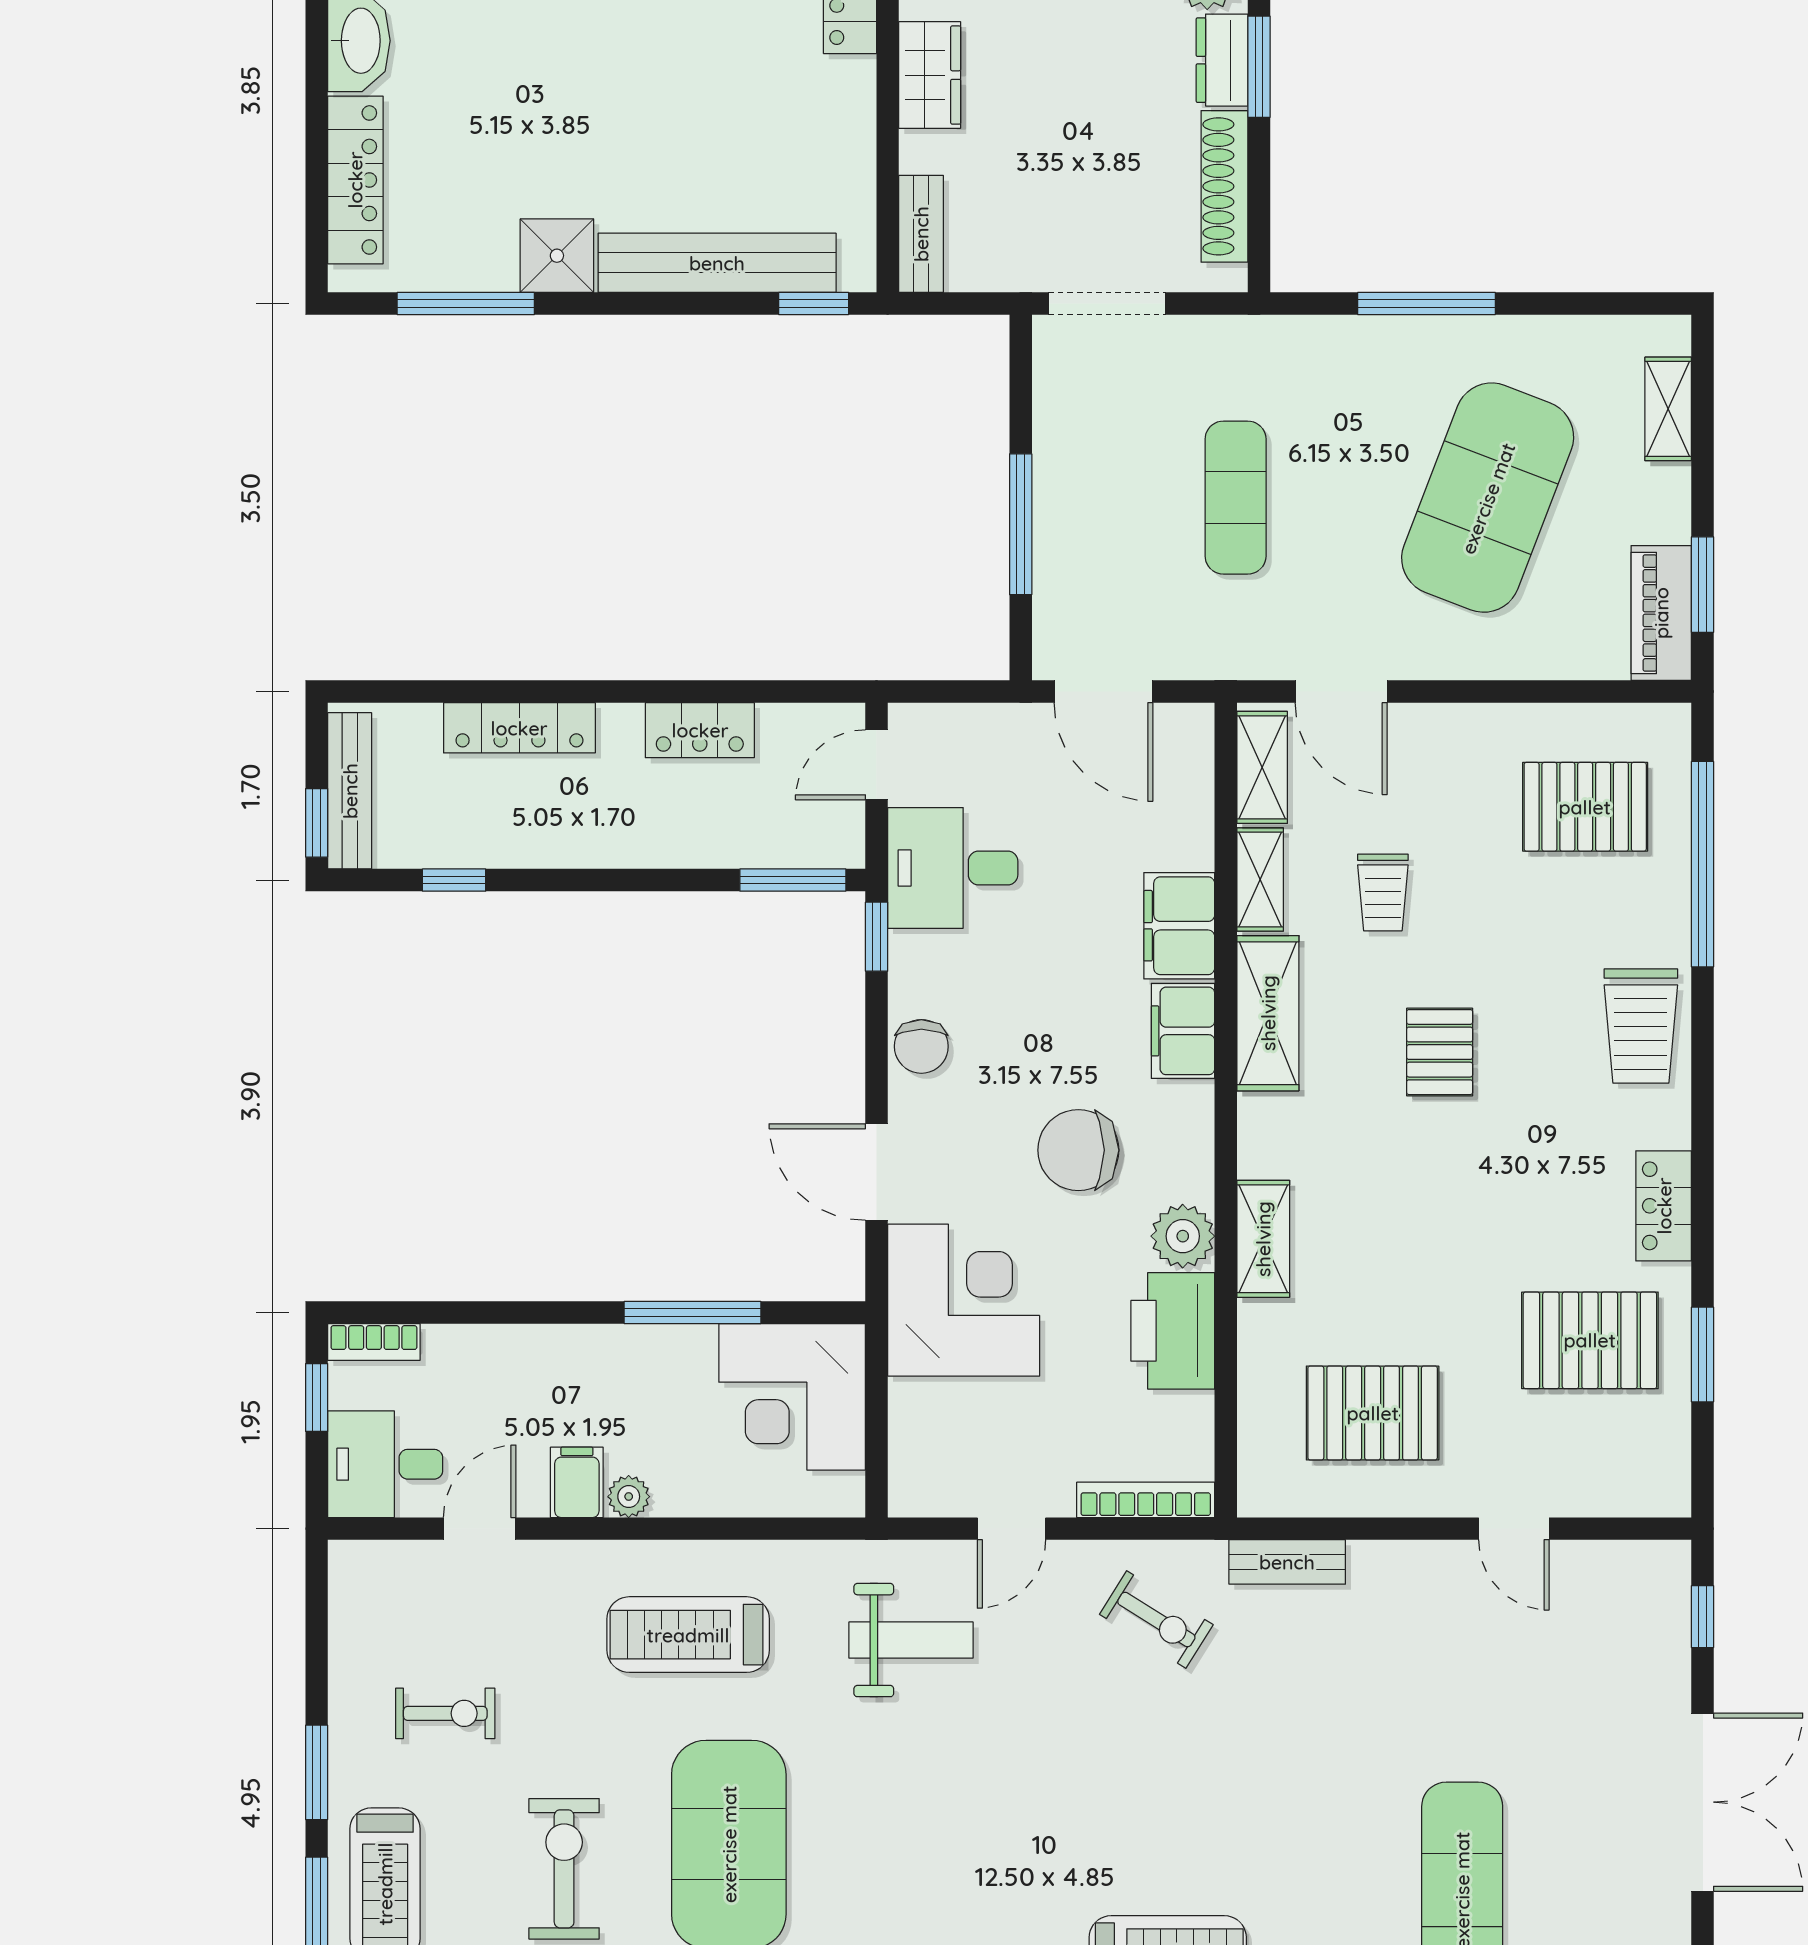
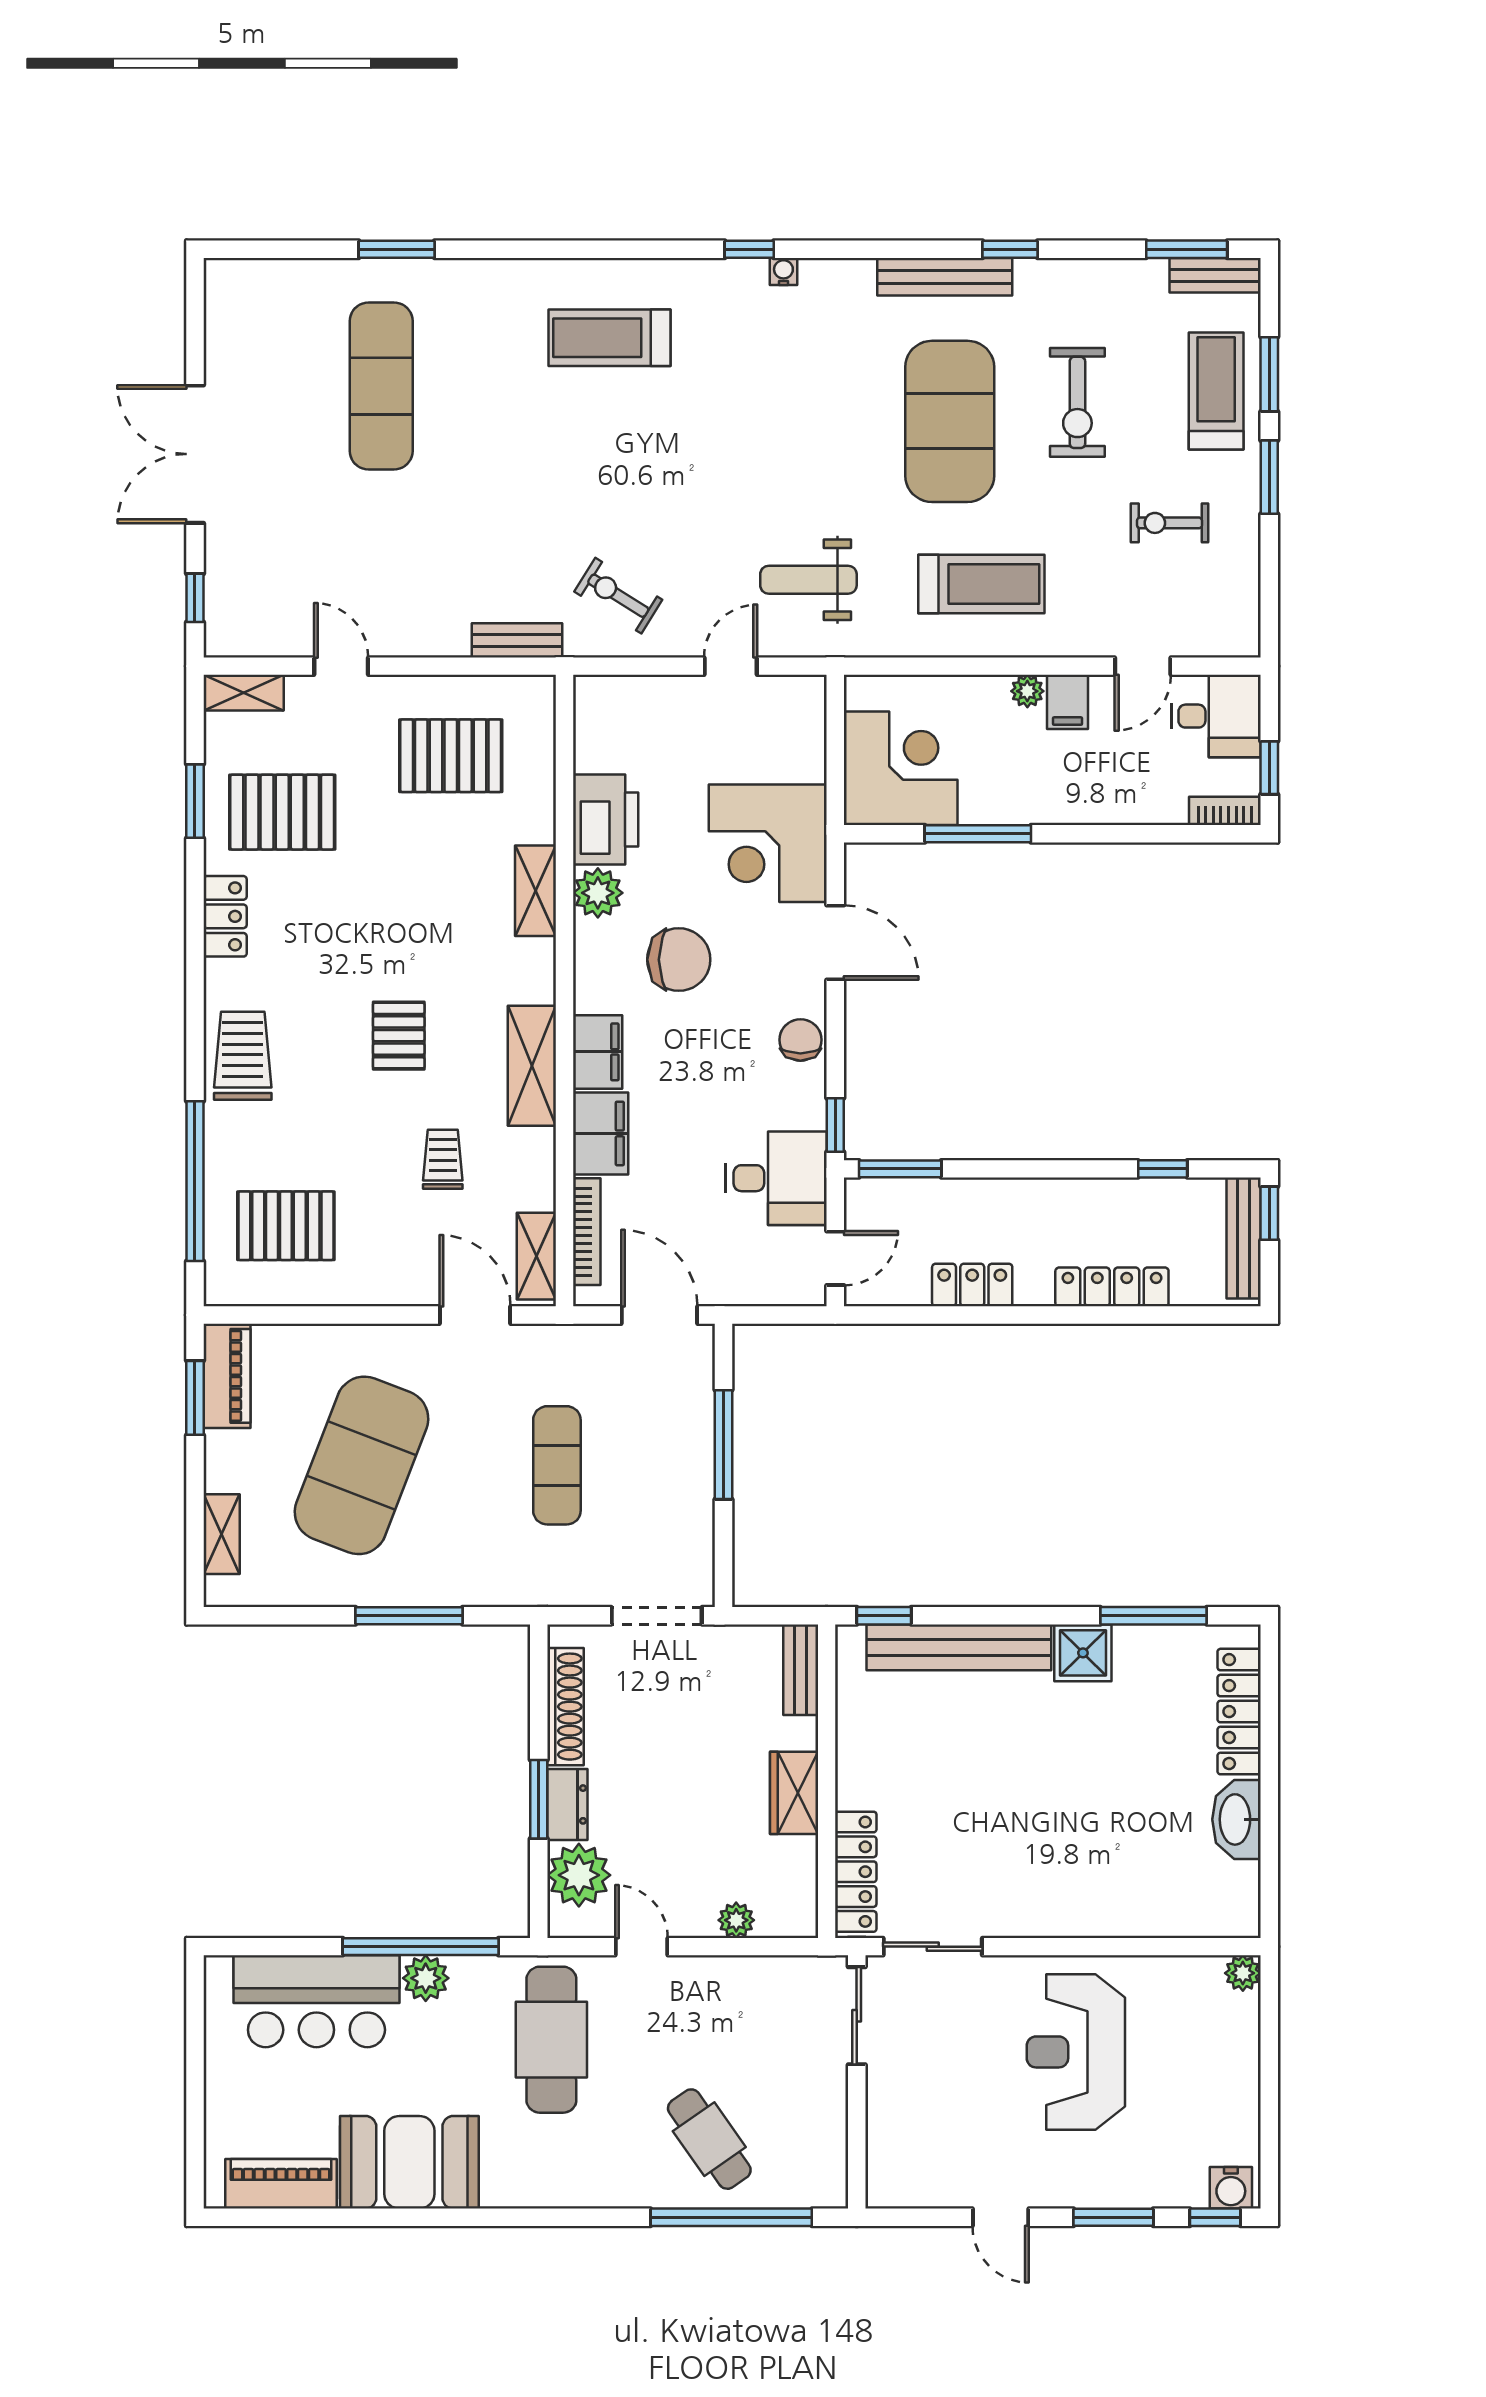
shelving: (1260, 880) -> (244, 693), moved, turned 90
bookcase: (1146, 1500) -> (587, 1232), moved, turned -90

